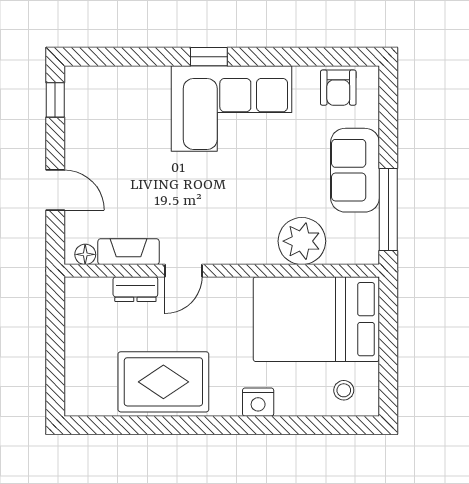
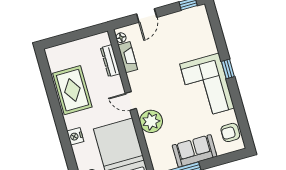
plant: (302, 241) -> (151, 121), moved
door: (184, 271) -> (131, 101), moved
dresser: (135, 289) -> (110, 61), width x1.44

